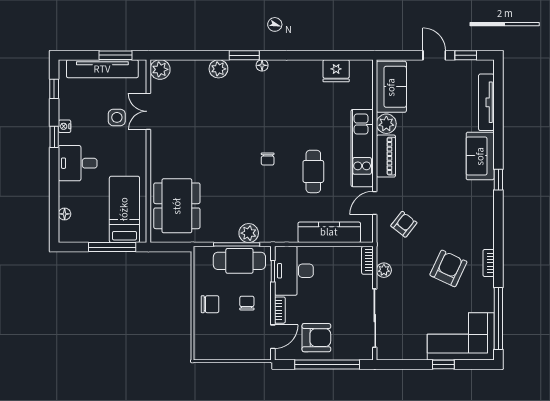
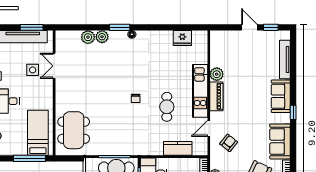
plant: (160, 69) -> (88, 37), moved
sofa: (391, 87) -> (280, 141), moved, turned 180
kitchen counter: (329, 232) -> (178, 148), width x0.67
plant: (249, 233) -> (123, 149), removed

